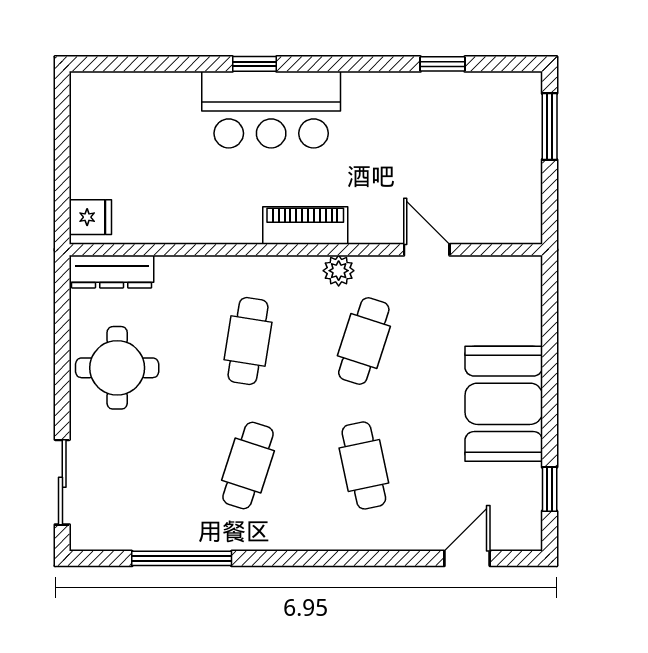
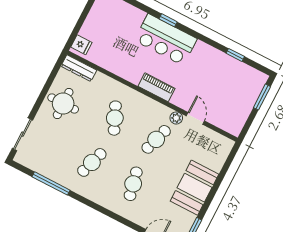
plant: (339, 271) -> (176, 118), moved
cafe table: (248, 341) -> (115, 118), turned -33

